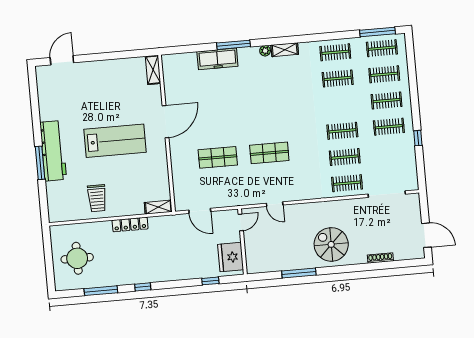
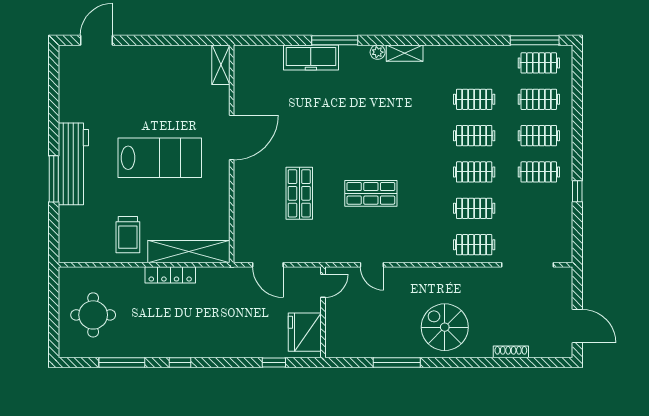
clothes rail: (335, 52) -> (474, 136), moved
shop shelf: (218, 157) -> (299, 193), turned 90
shelving: (158, 207) -> (189, 252), width x2.20, depth x1.33

